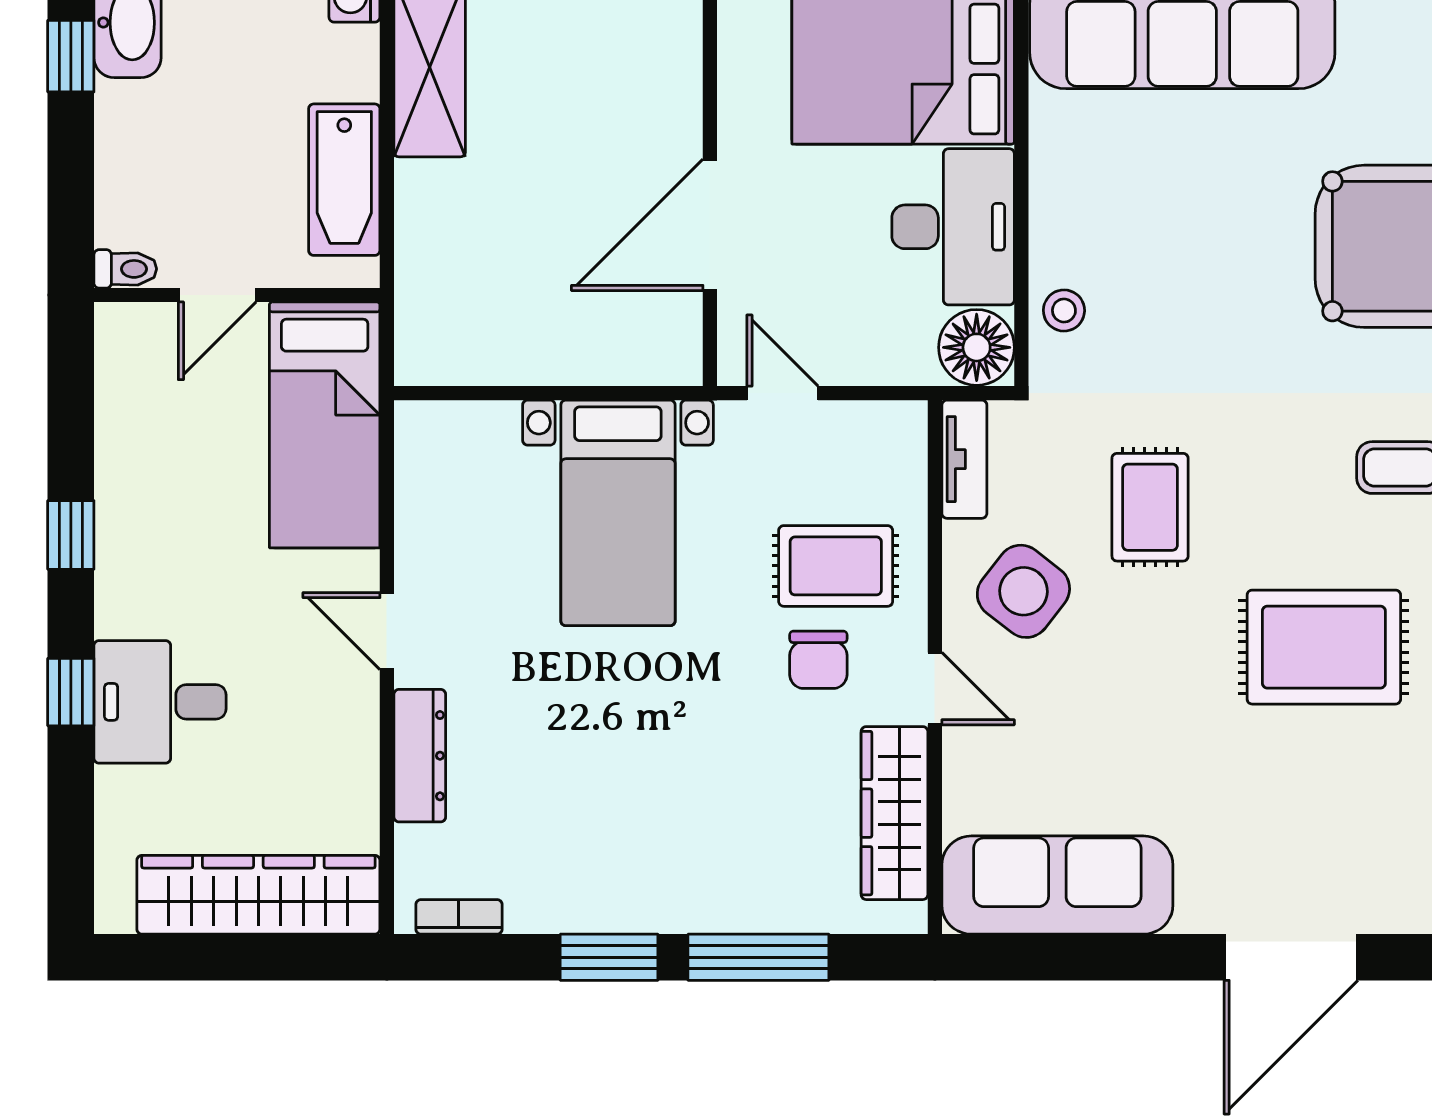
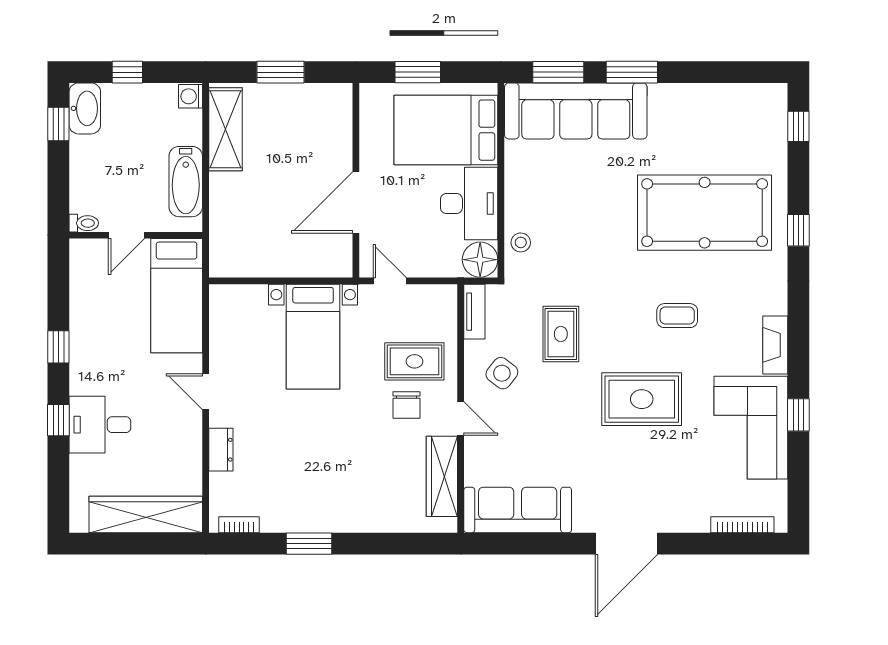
side table: (1023, 591) -> (502, 373), width x0.73, depth x0.73
dresser: (420, 756) -> (221, 450), width x0.70
window: (758, 957) -> (379, 544), removed

